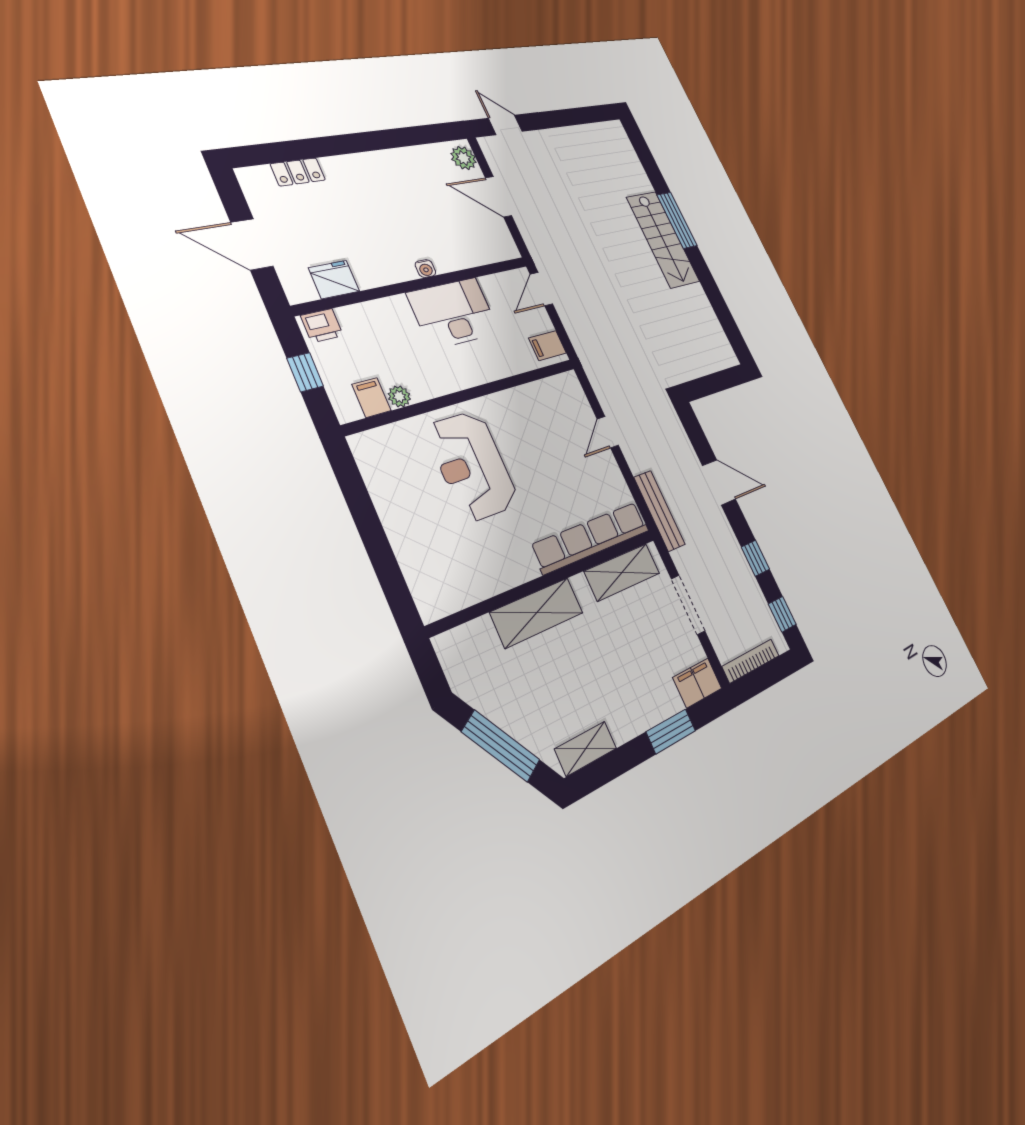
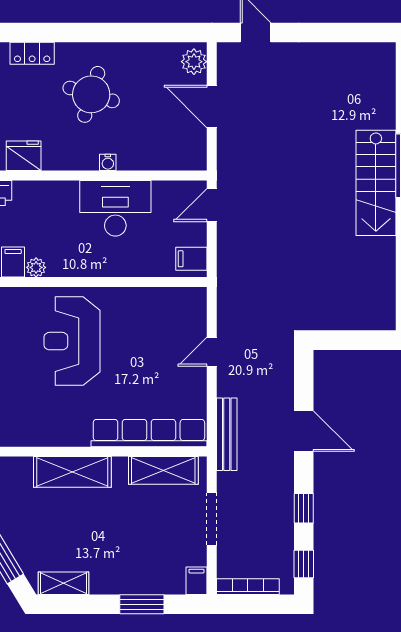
round table: (379, 204) -> (91, 94), added
filing cabinet: (697, 683) -> (196, 581), width x0.50

